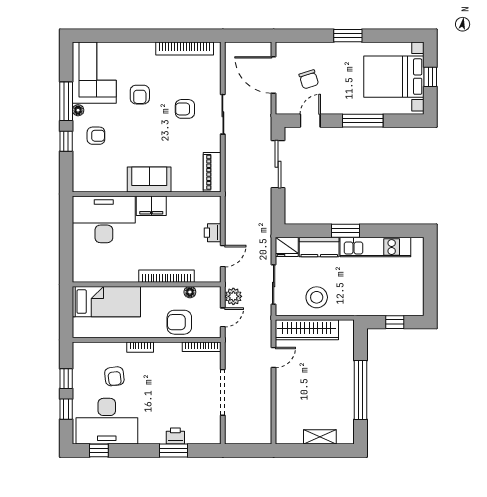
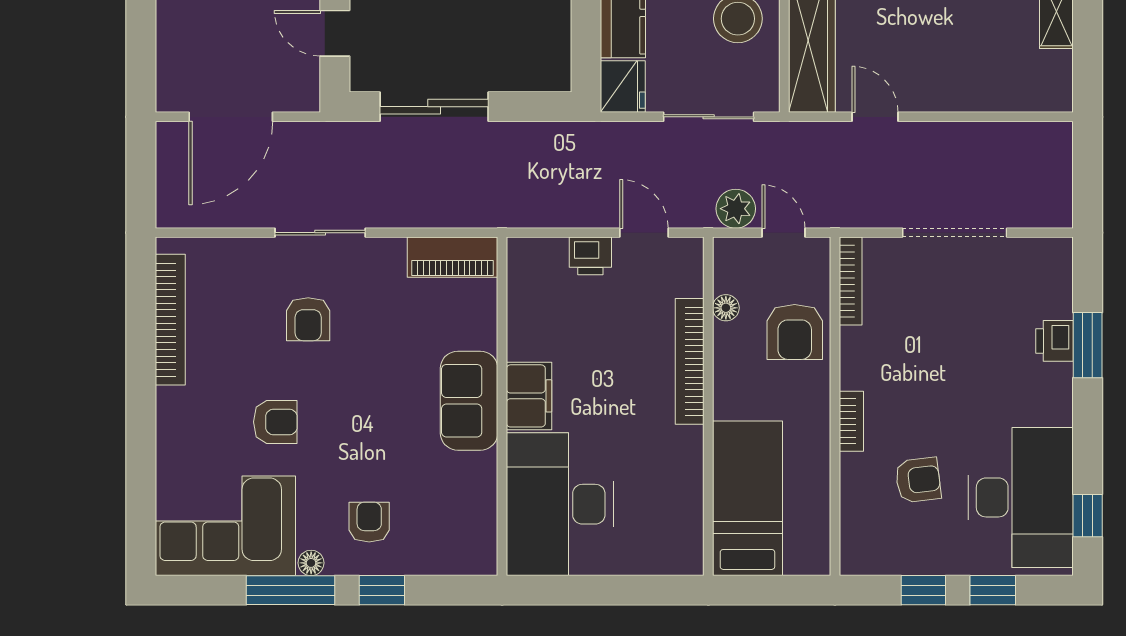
chair: (309, 79) -> (241, 36), removed

